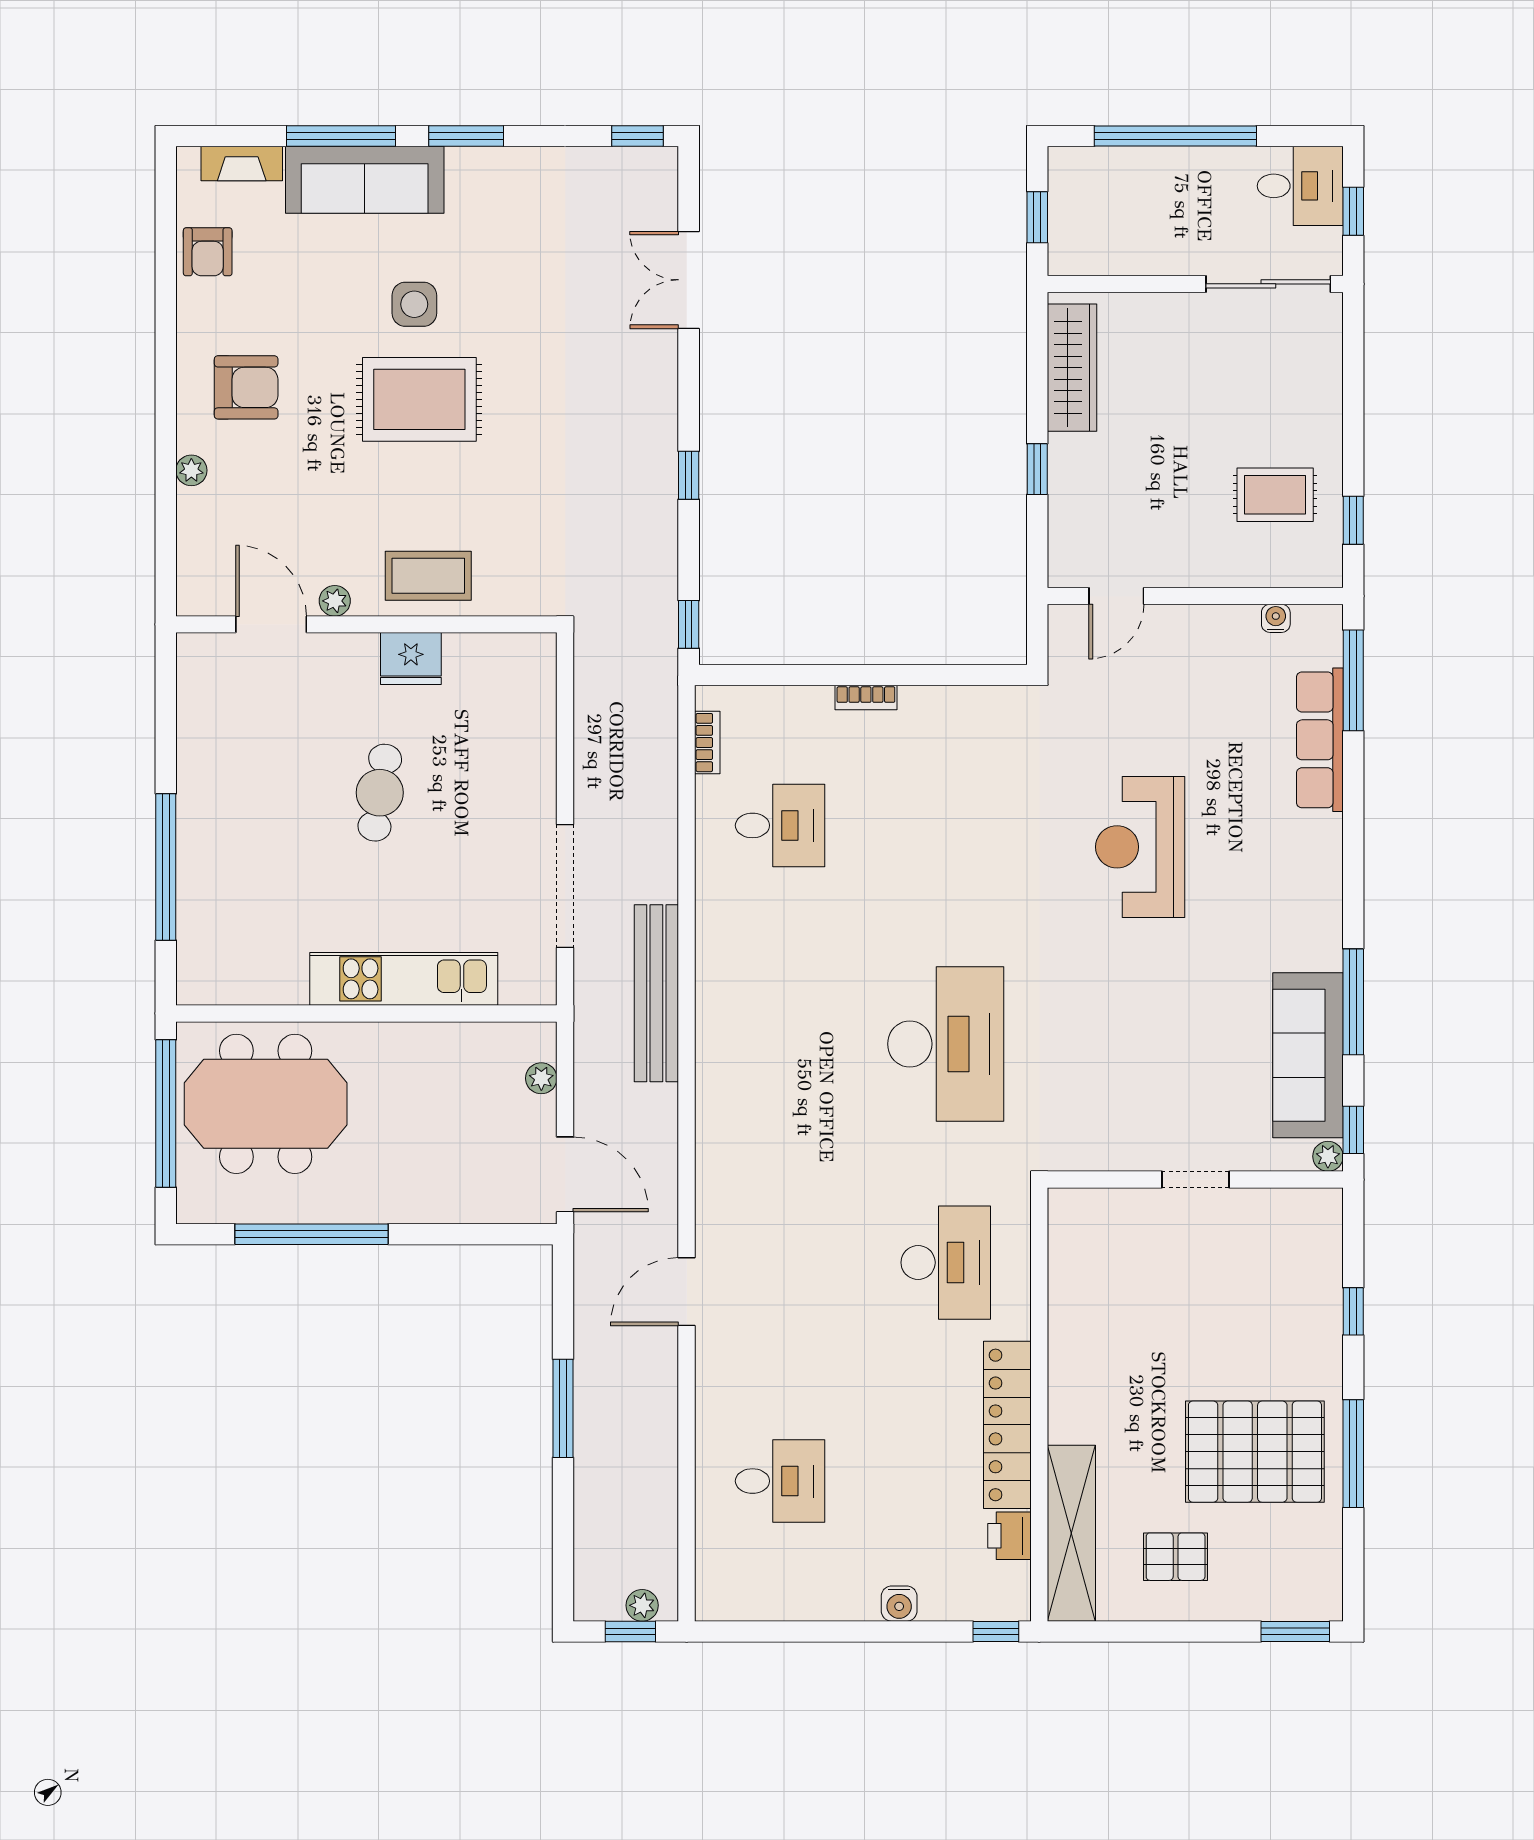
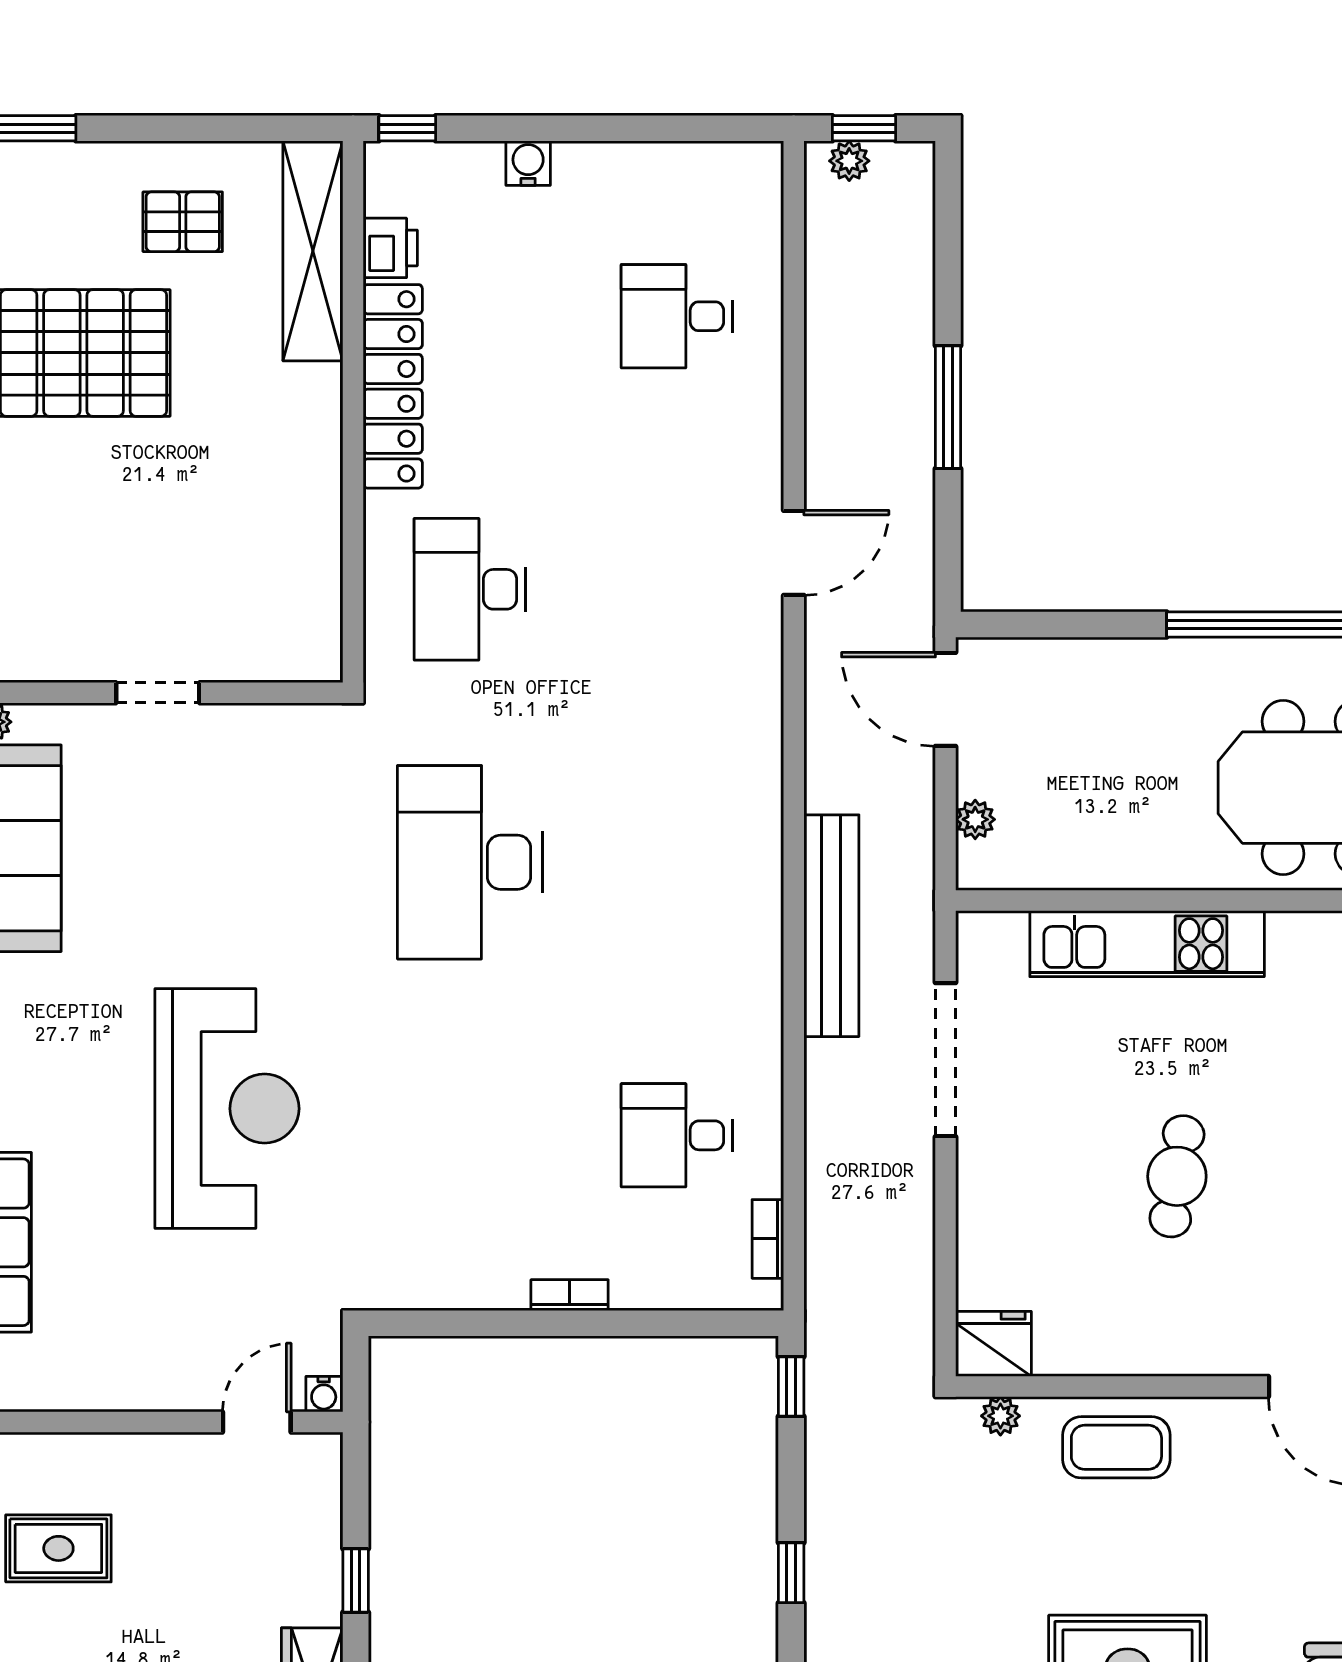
plant: (335, 601) -> (1000, 1416), moved
water cooler: (1276, 618) -> (324, 1394), moved
fridge: (411, 659) -> (993, 1344), moved
reception desk: (1140, 847) -> (227, 1109), width x1.36, depth x1.30

